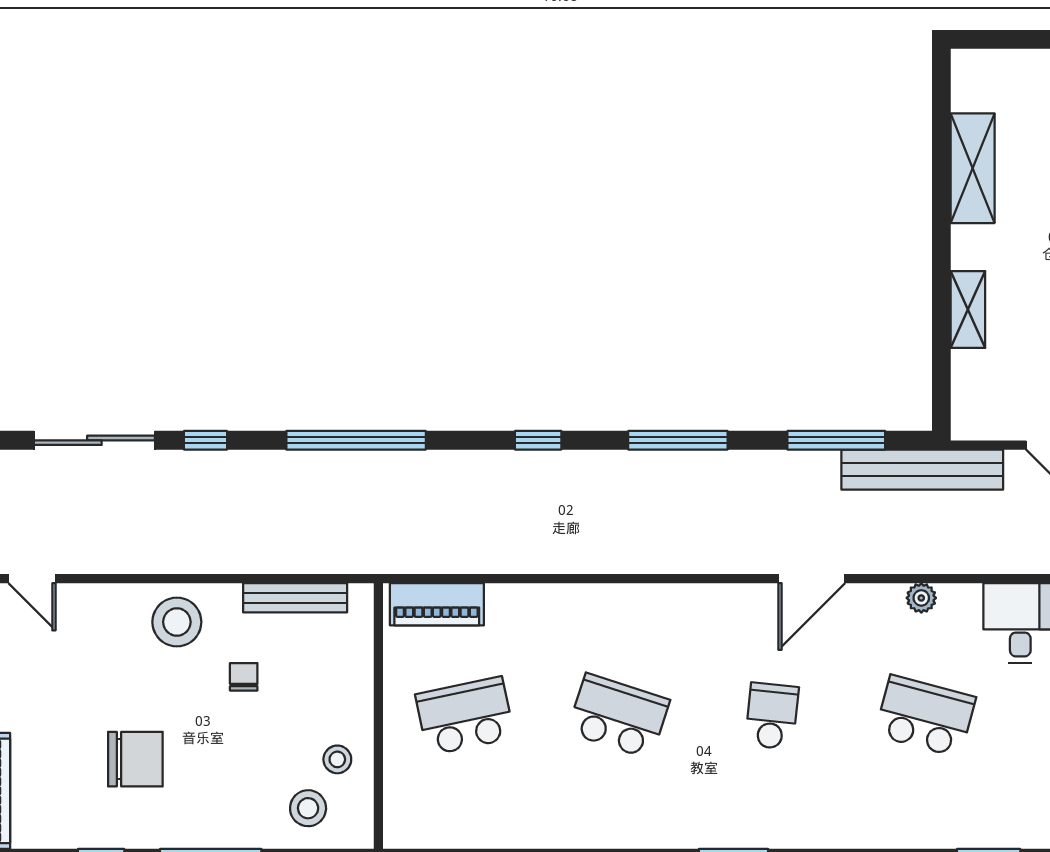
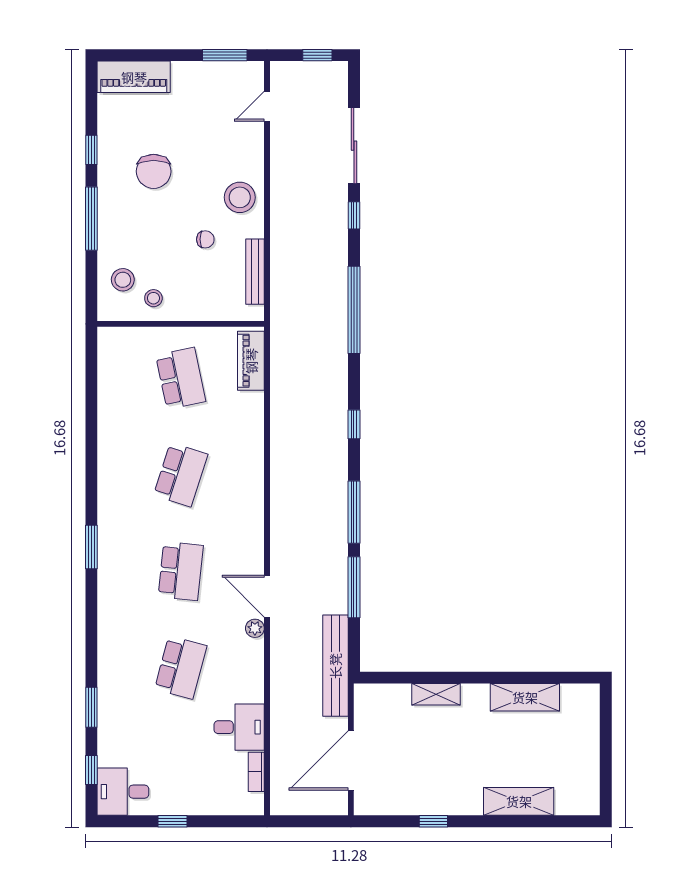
window: (836, 440) -> (354, 587), moved
plant: (921, 598) -> (255, 628), moved
school desk: (772, 716) -> (181, 571), width x1.85

